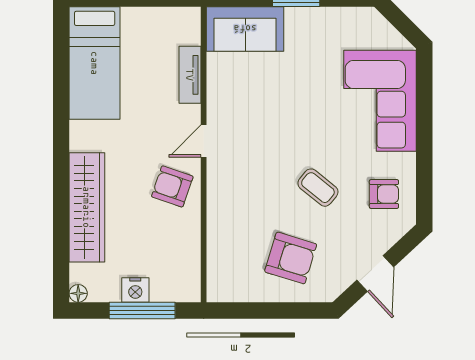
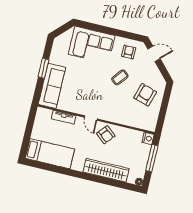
sofa: (245, 29) -> (52, 86), width x1.36
armchair: (172, 186) -> (106, 135), turned -69
door: (375, 274) -> (154, 54), moved
nightstand: (135, 290) -> (148, 138), moved

